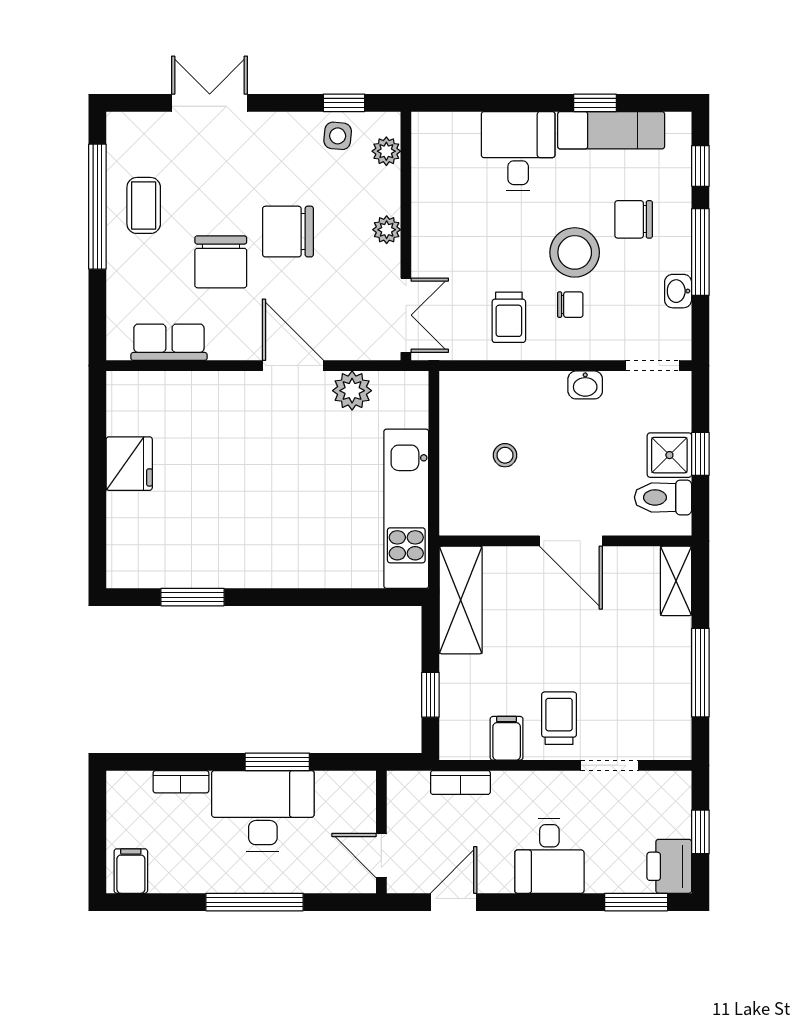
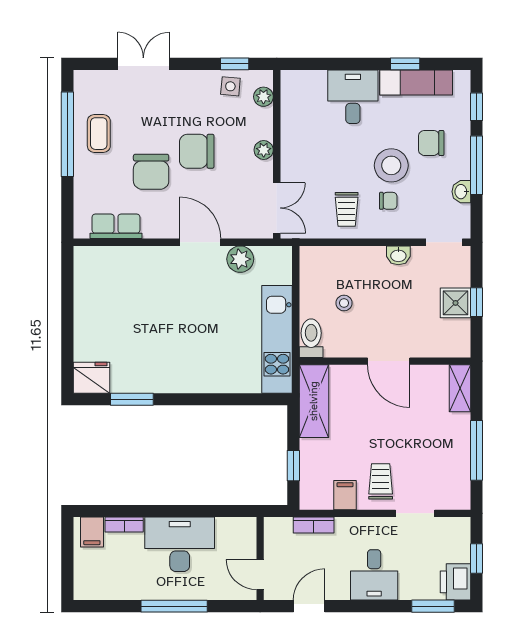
fridge: (129, 464) -> (92, 378), moved, turned -90
toilet: (663, 497) -> (311, 338), moved, turned 90
window: (277, 762) -> (189, 511), removed
filing cabinet: (131, 871) -> (92, 532), moved, turned 180

